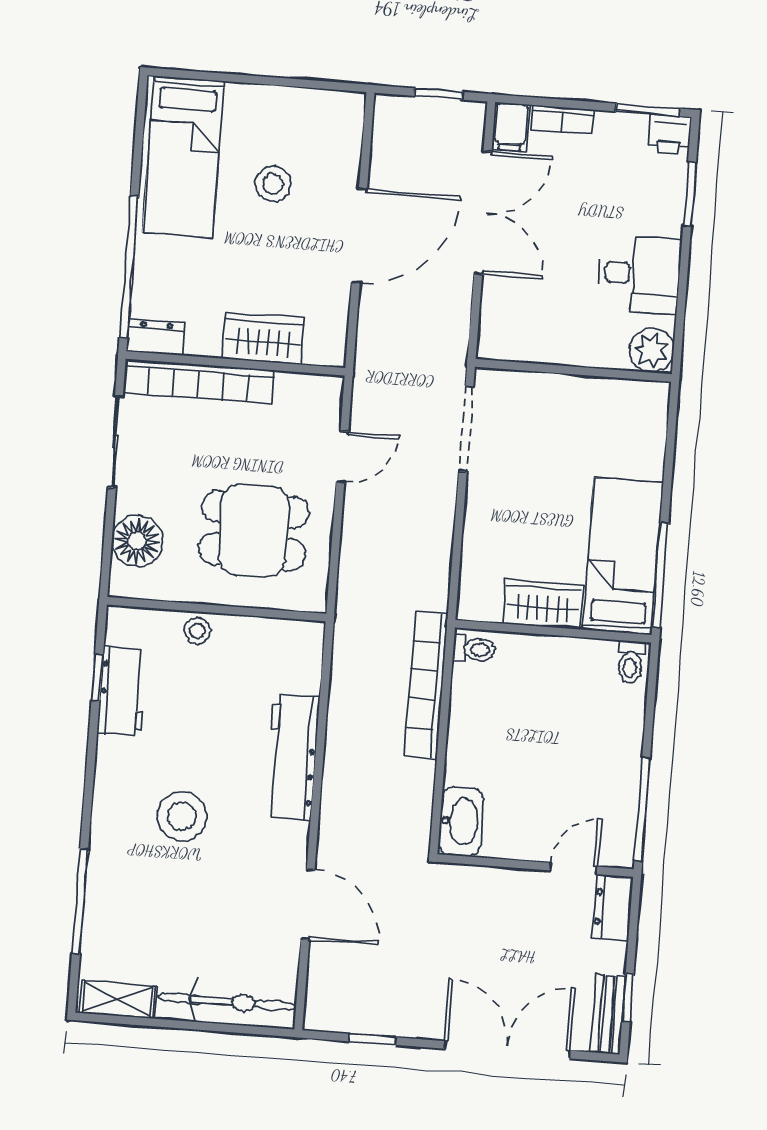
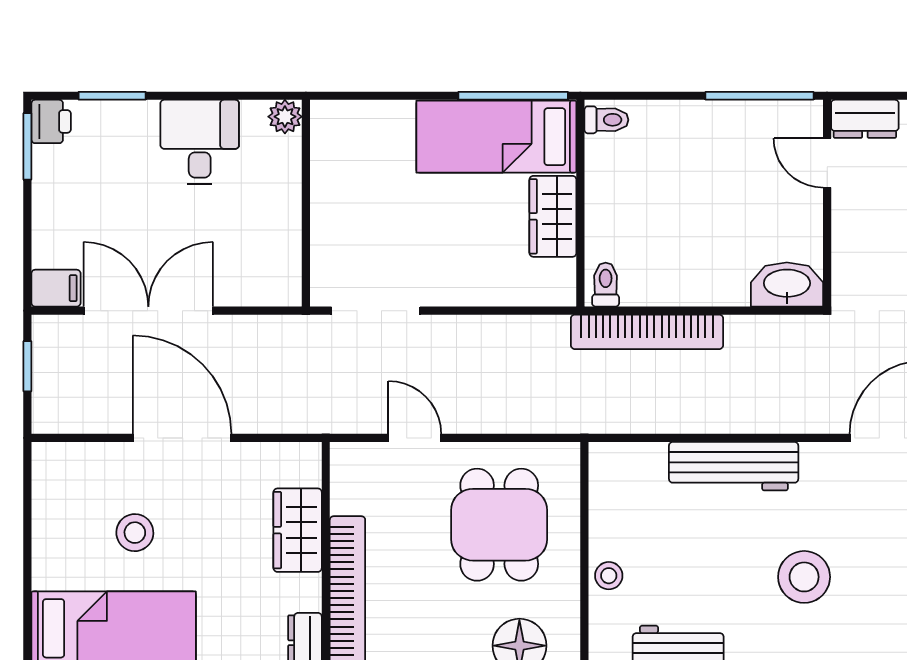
bookcase: (563, 119) -> (44, 235), removed
plant: (652, 350) -> (285, 117), width x0.73, depth x0.73

